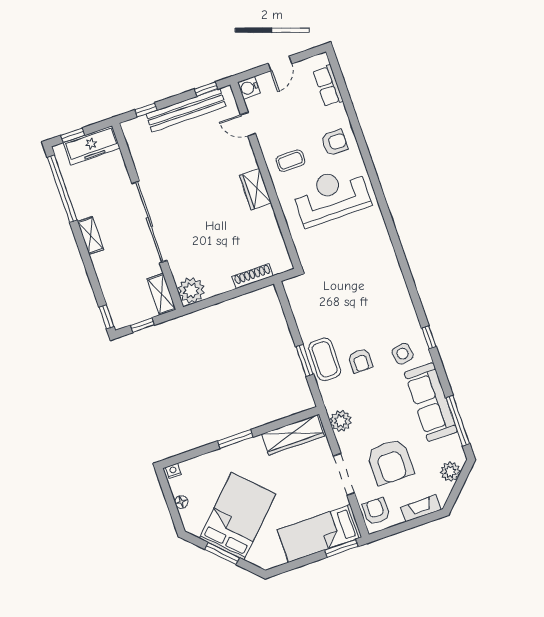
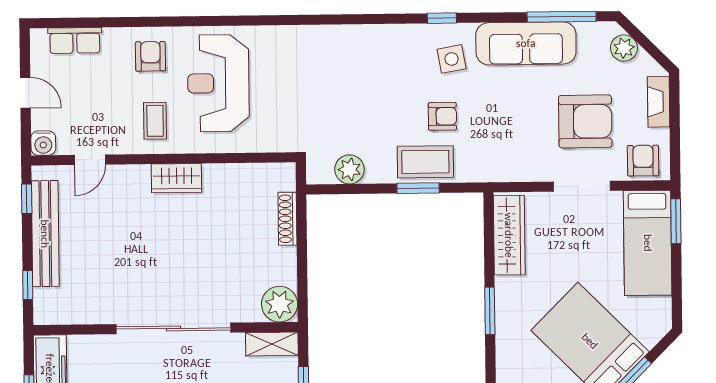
plant: (341, 421) -> (349, 169), moved
armchair: (376, 511) -> (643, 161), turned 90

